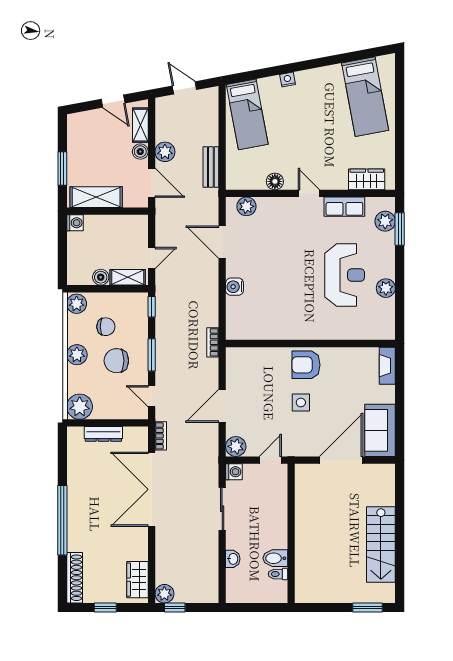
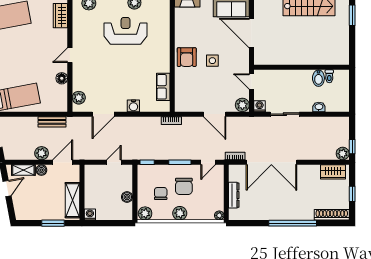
row of seats: (344, 207) -> (163, 87), moved, turned 180
door: (152, 258) -> (114, 162), hinge flipped
shelving: (128, 277) -> (127, 179), removed
plant: (80, 407) -> (219, 215), width x0.53, depth x0.53

